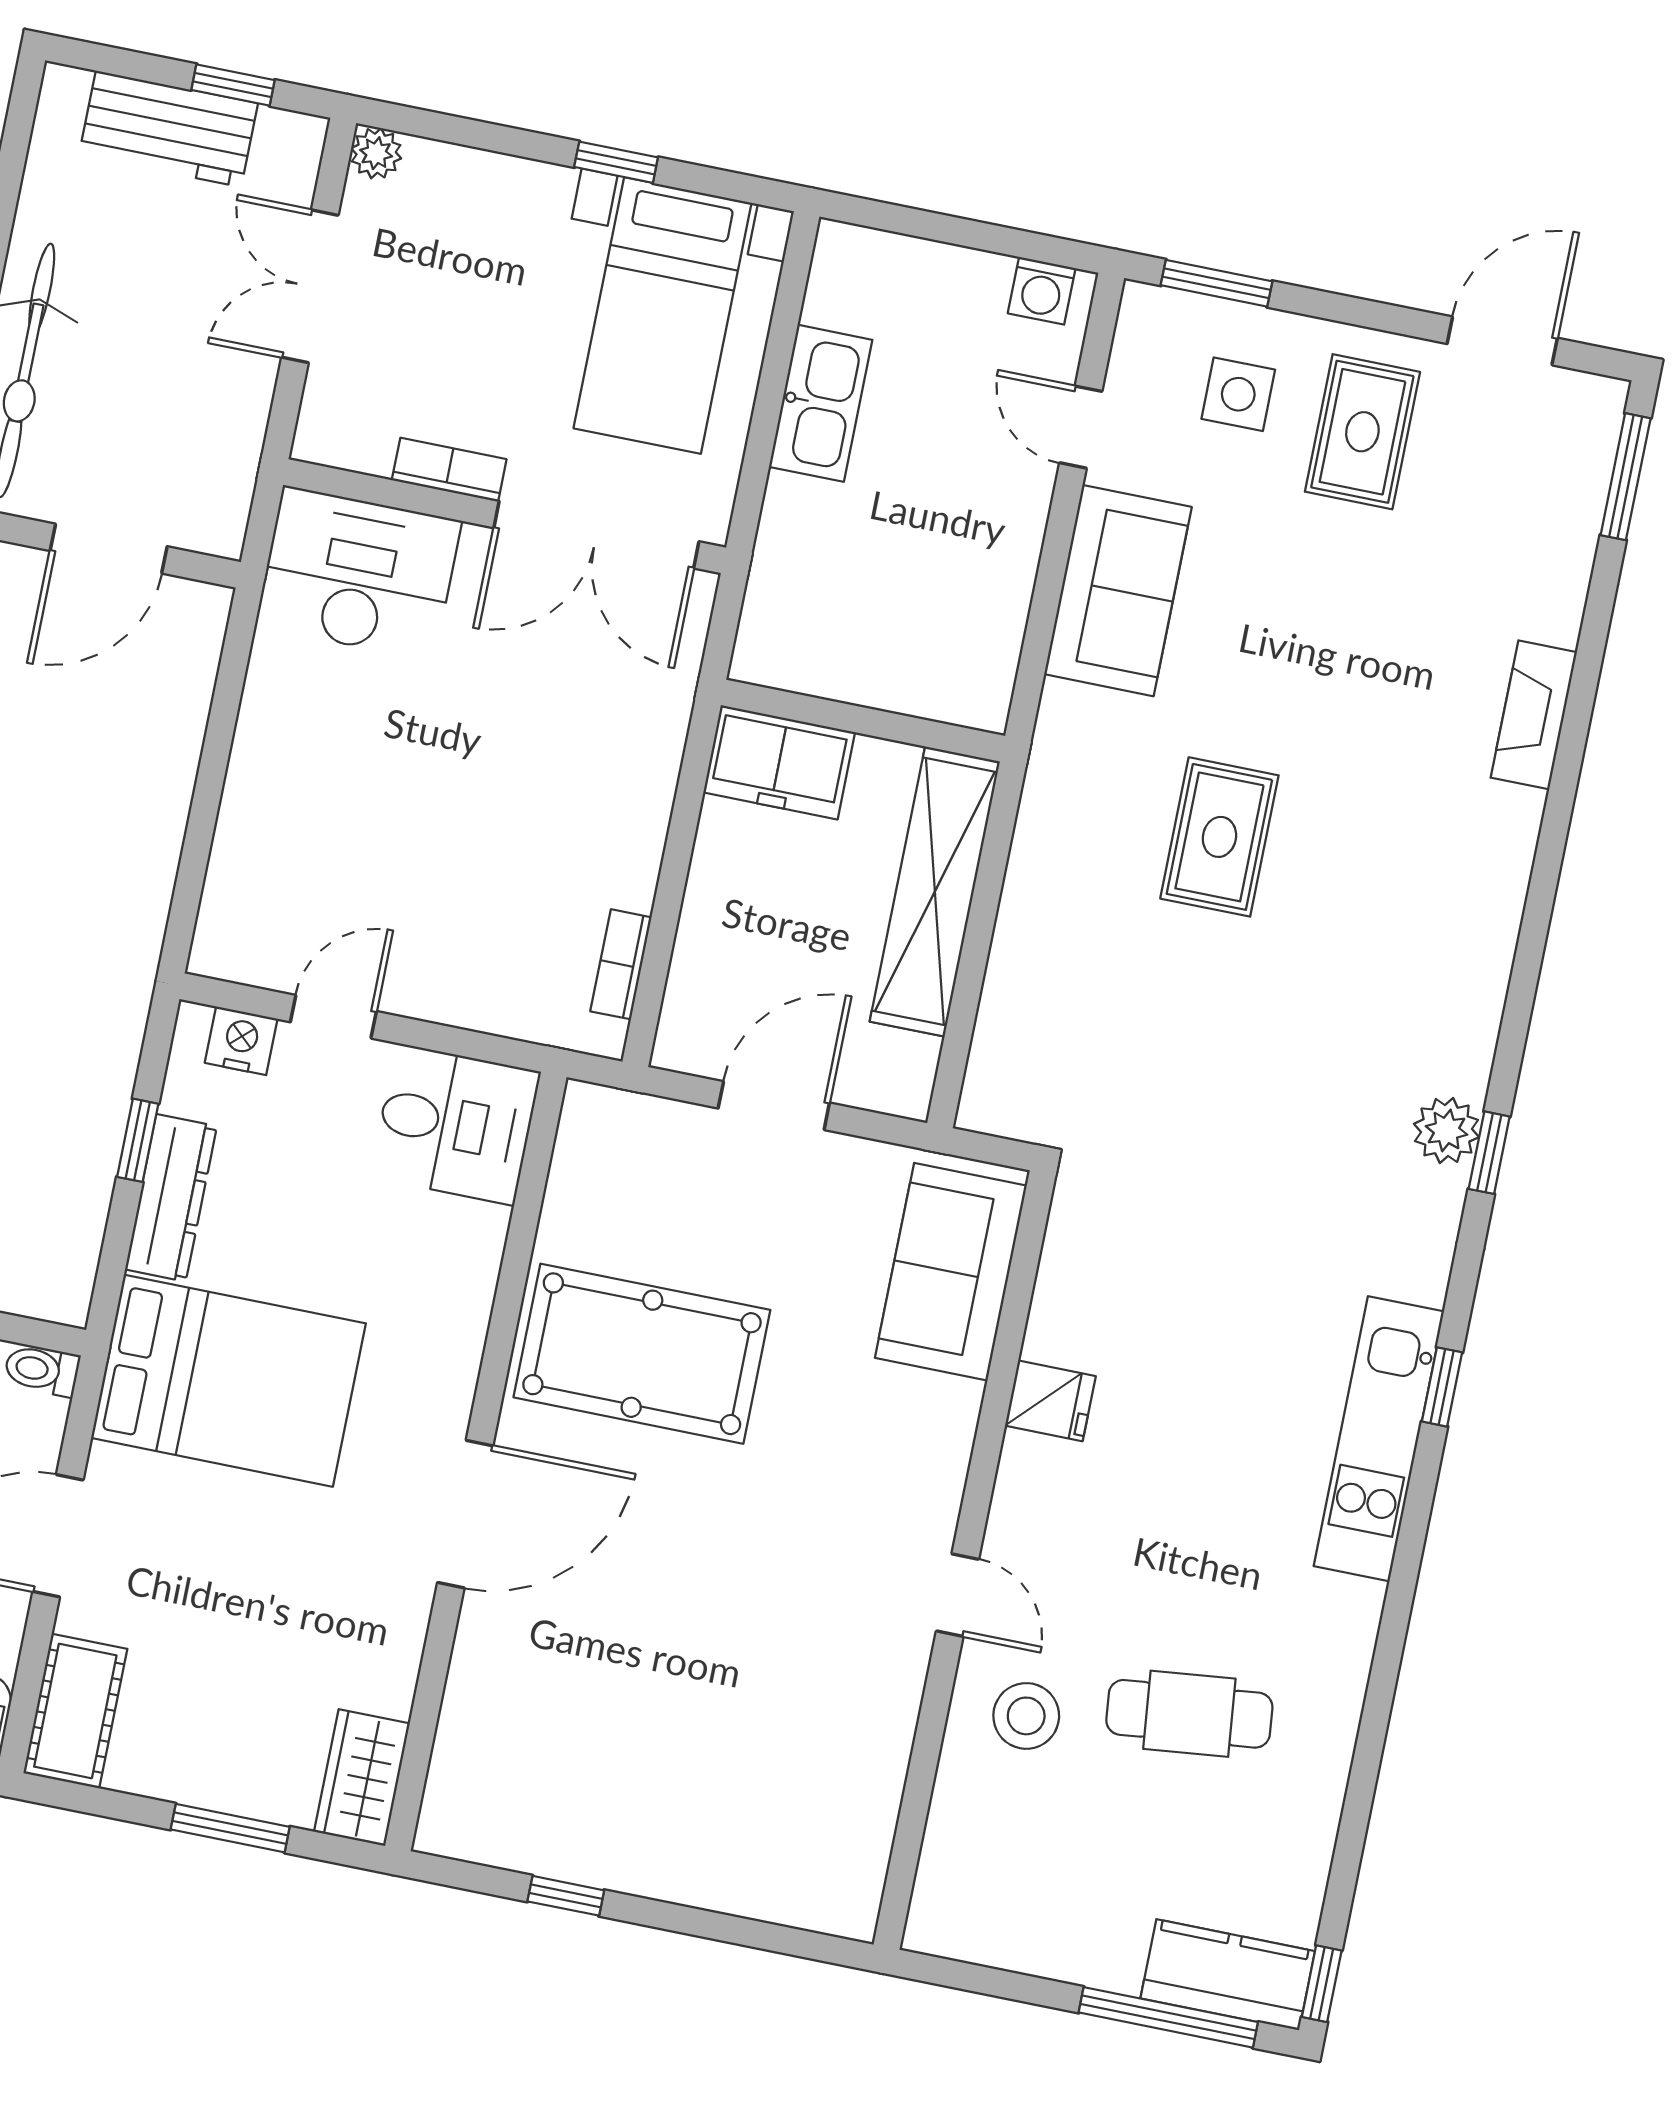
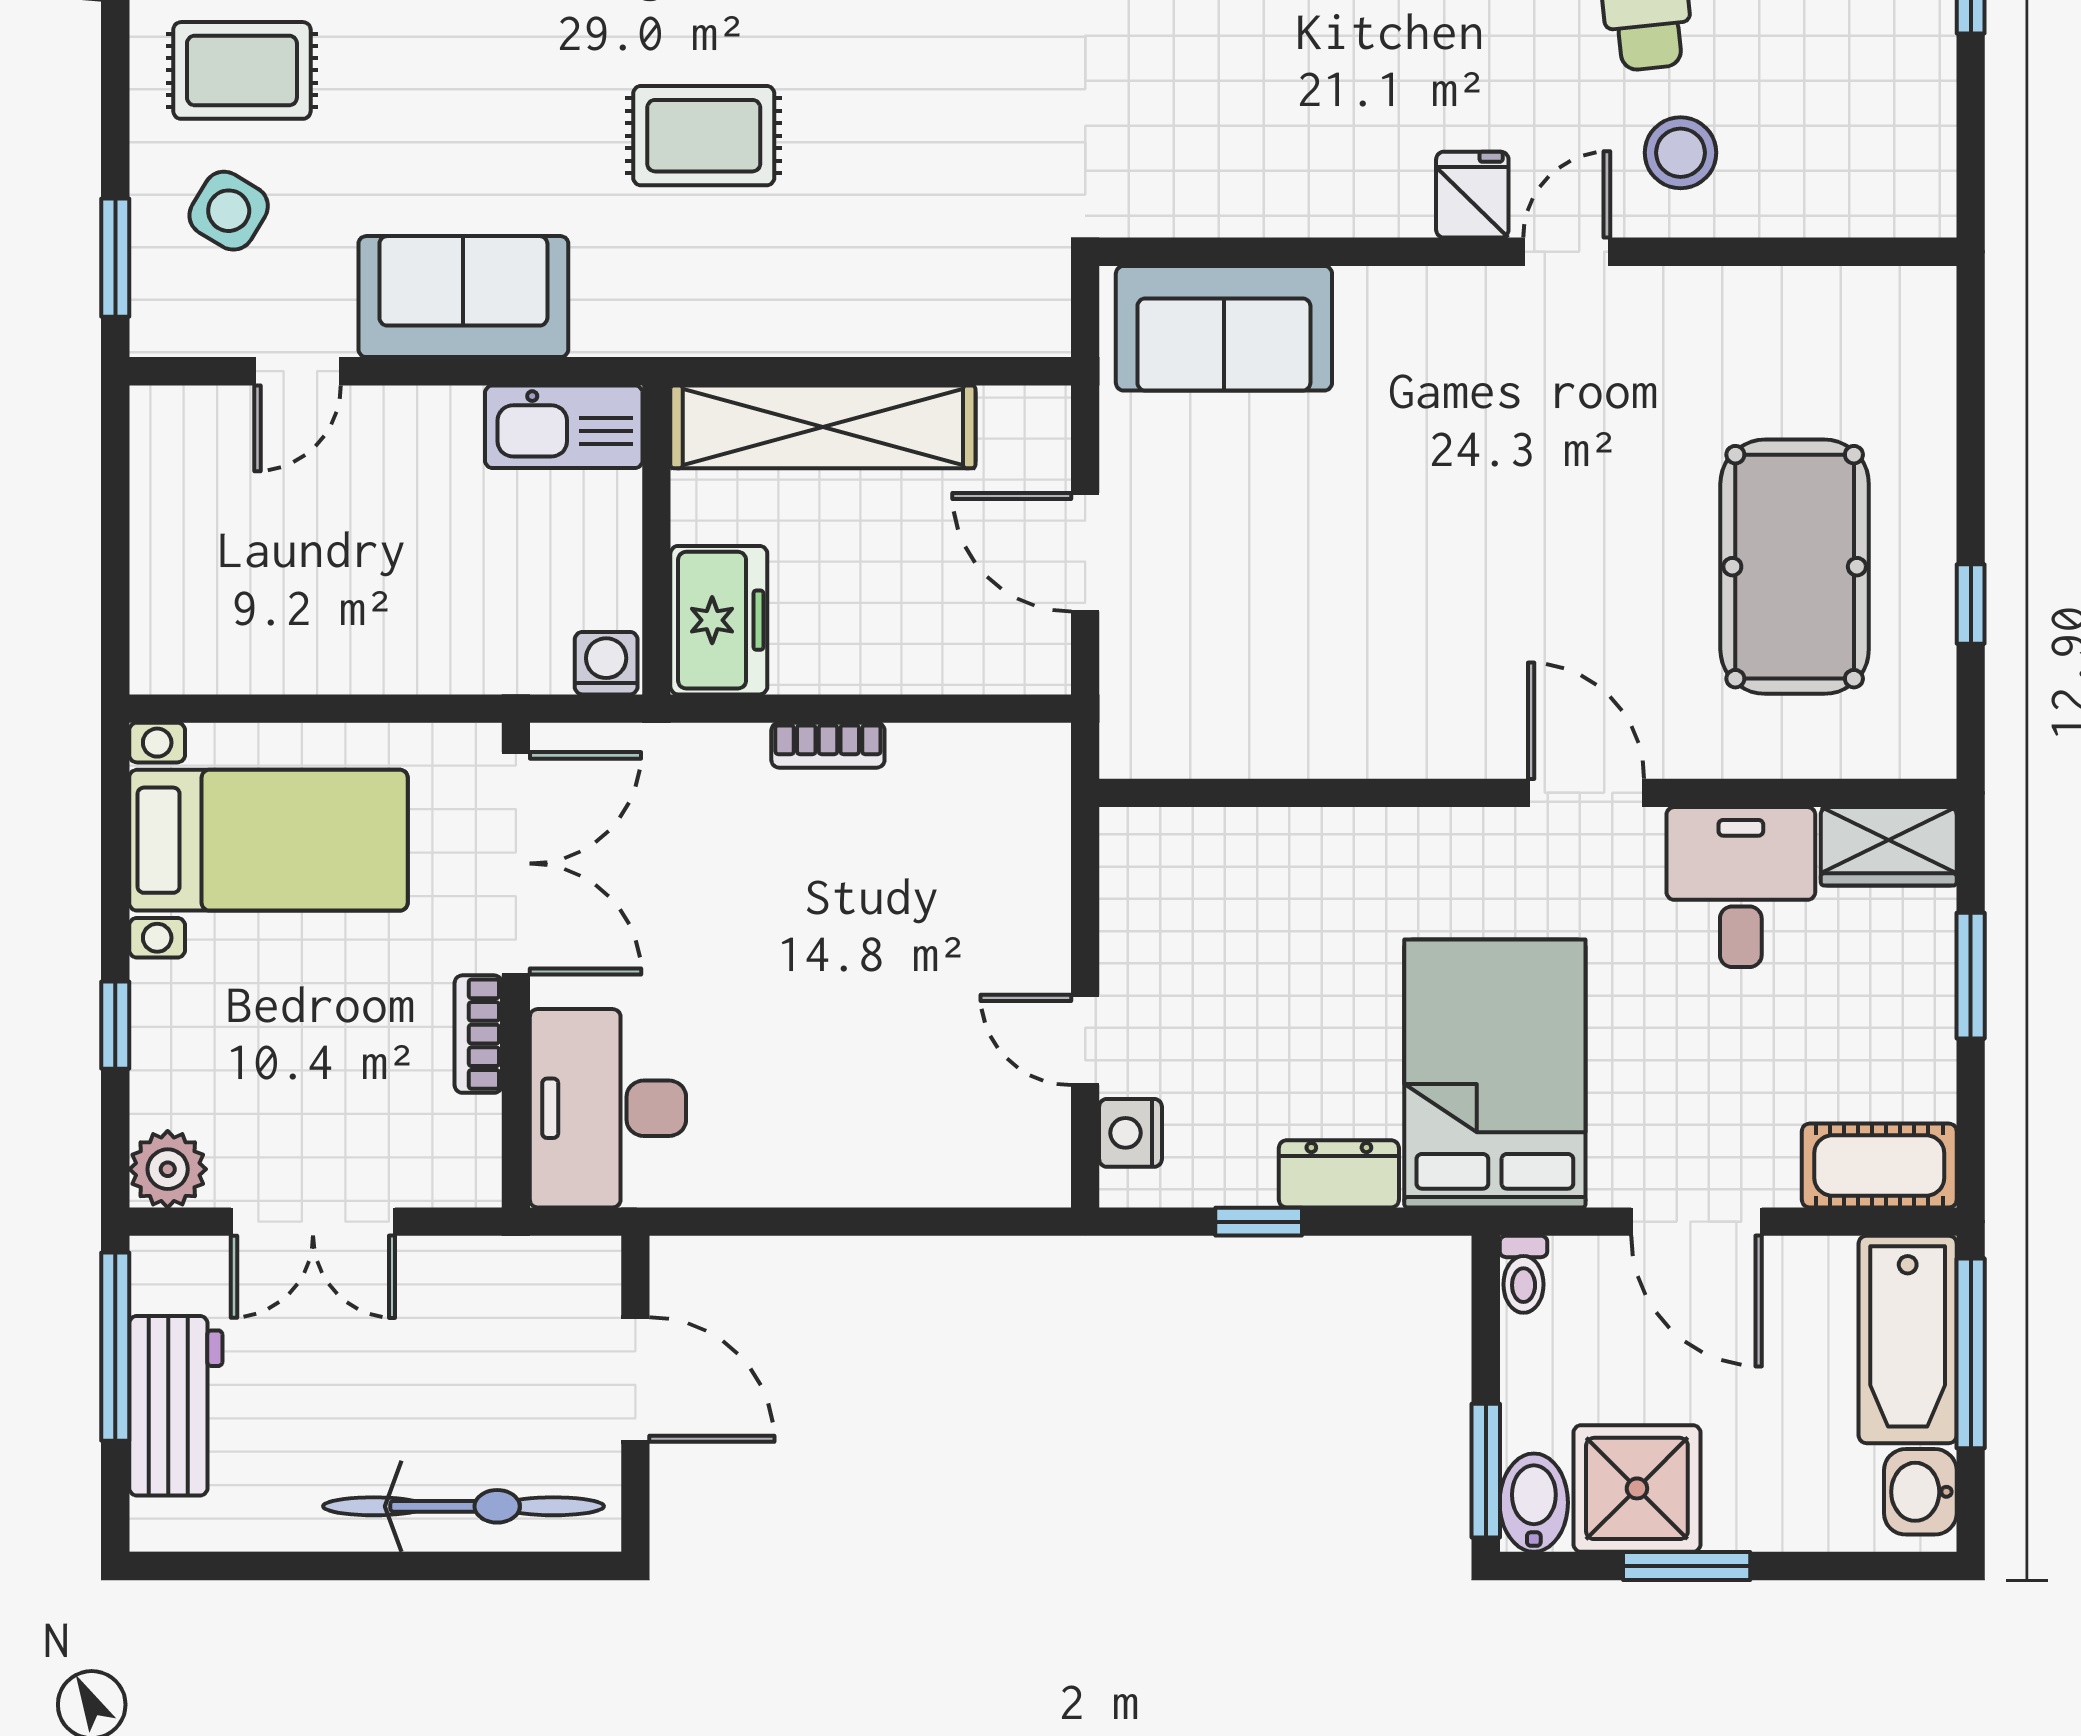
window: (233, 85) -> (115, 1347), width x2.17
plant: (376, 153) -> (168, 1169), width x1.38, depth x1.38
window: (616, 162) -> (115, 1025), moved
washing machine: (1042, 291) -> (606, 663), moved, turned -90
side table: (1238, 394) -> (229, 211), turned 31
kitchen sink: (821, 403) -> (564, 427), moved, turned 180
bookcase: (621, 964) -> (828, 745), moved
desk: (455, 1124) -> (1741, 887), moved
dresser: (171, 1198) -> (1339, 1174), width x0.70
pool table: (642, 1354) -> (1795, 567), moved
fridge: (1050, 1401) -> (1472, 195), moved
door: (465, 1514) -> (1586, 793), width x0.73

